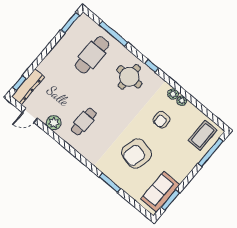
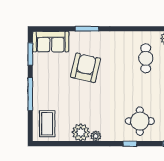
plant: (182, 101) -> (81, 132), width x1.87, depth x1.87
armchair: (162, 120) -> (88, 109), removed
window: (211, 152) -> (30, 94), moved
sofa: (160, 192) -> (51, 42), moved, turned 90

